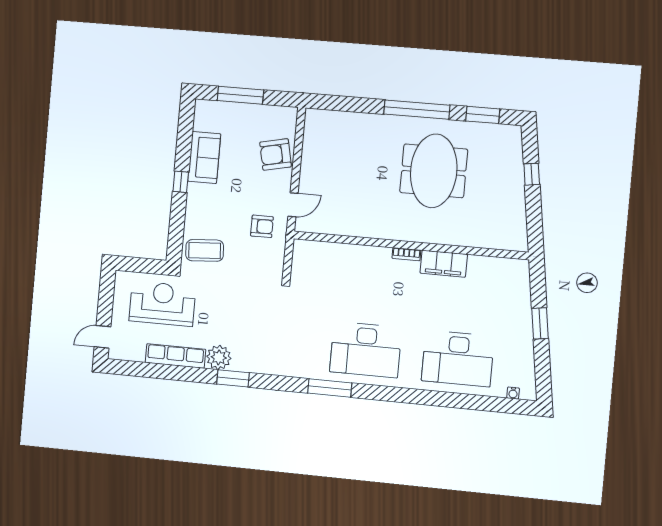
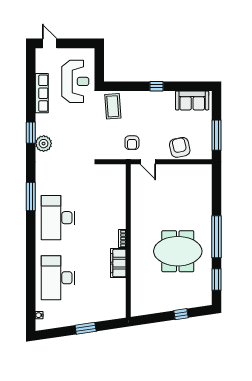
window: (240, 95) -> (216, 135), moved
sofa: (204, 158) -> (192, 101), moved
plant: (219, 357) -> (44, 144), moved

